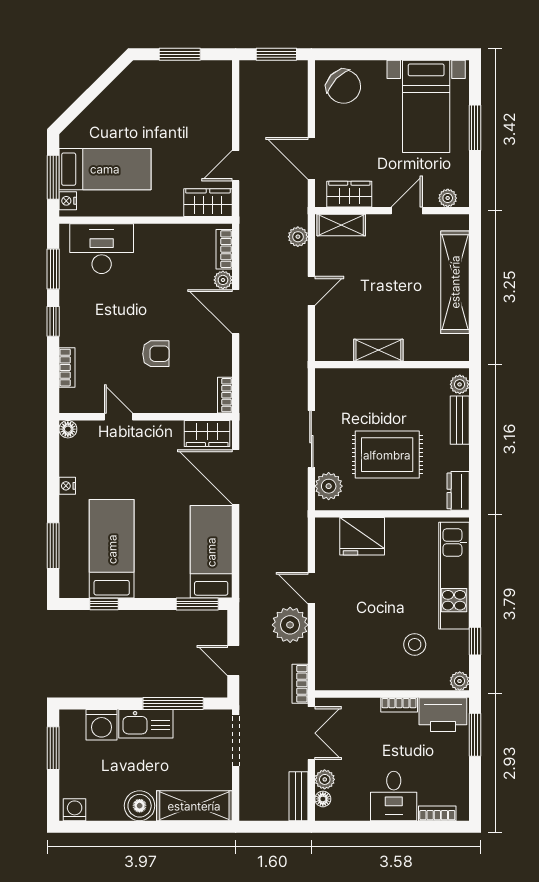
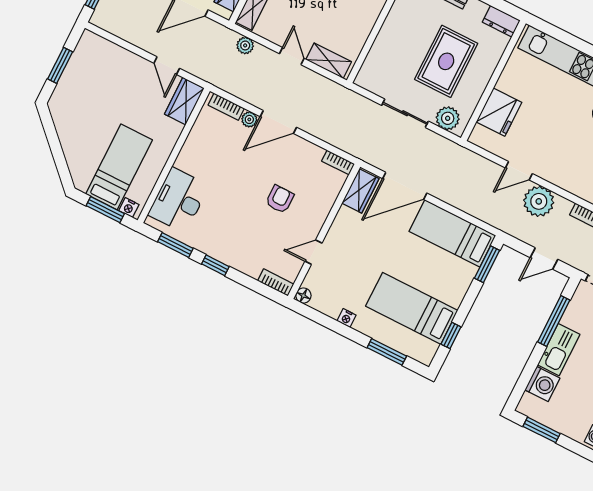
shelving: (378, 350) -> (329, 61), moved, turned 90
bookcase: (67, 368) -> (276, 282), moved

